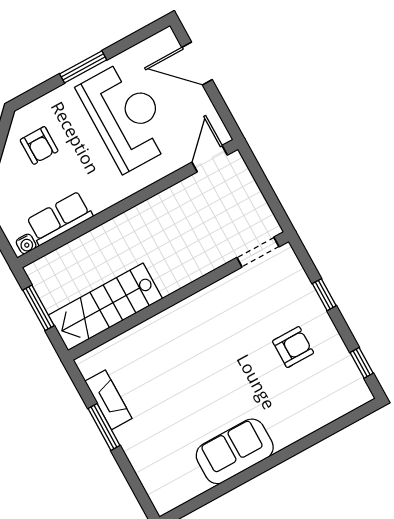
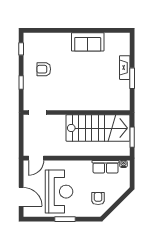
reception desk: (126, 116) -> (59, 192), turned 180
stairs: (105, 307) -> (98, 128), width x1.36, depth x1.51
fireplace: (108, 400) -> (125, 68), moved

